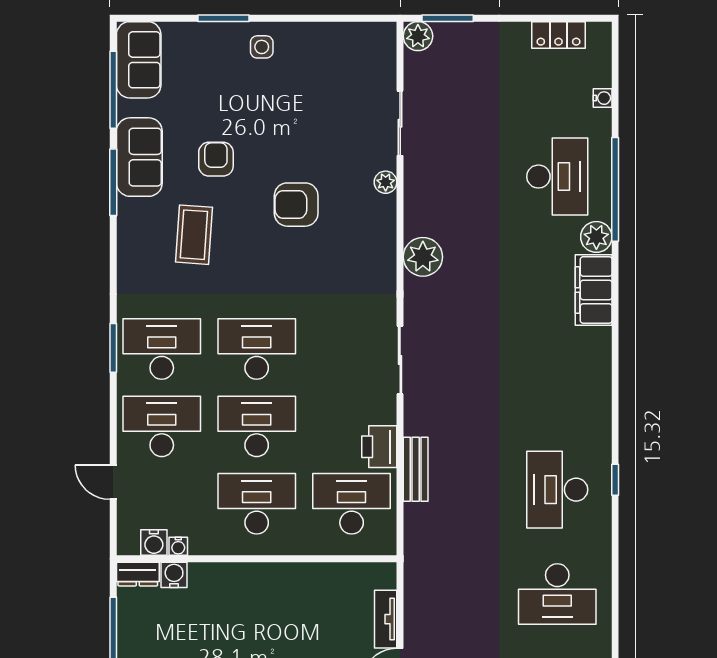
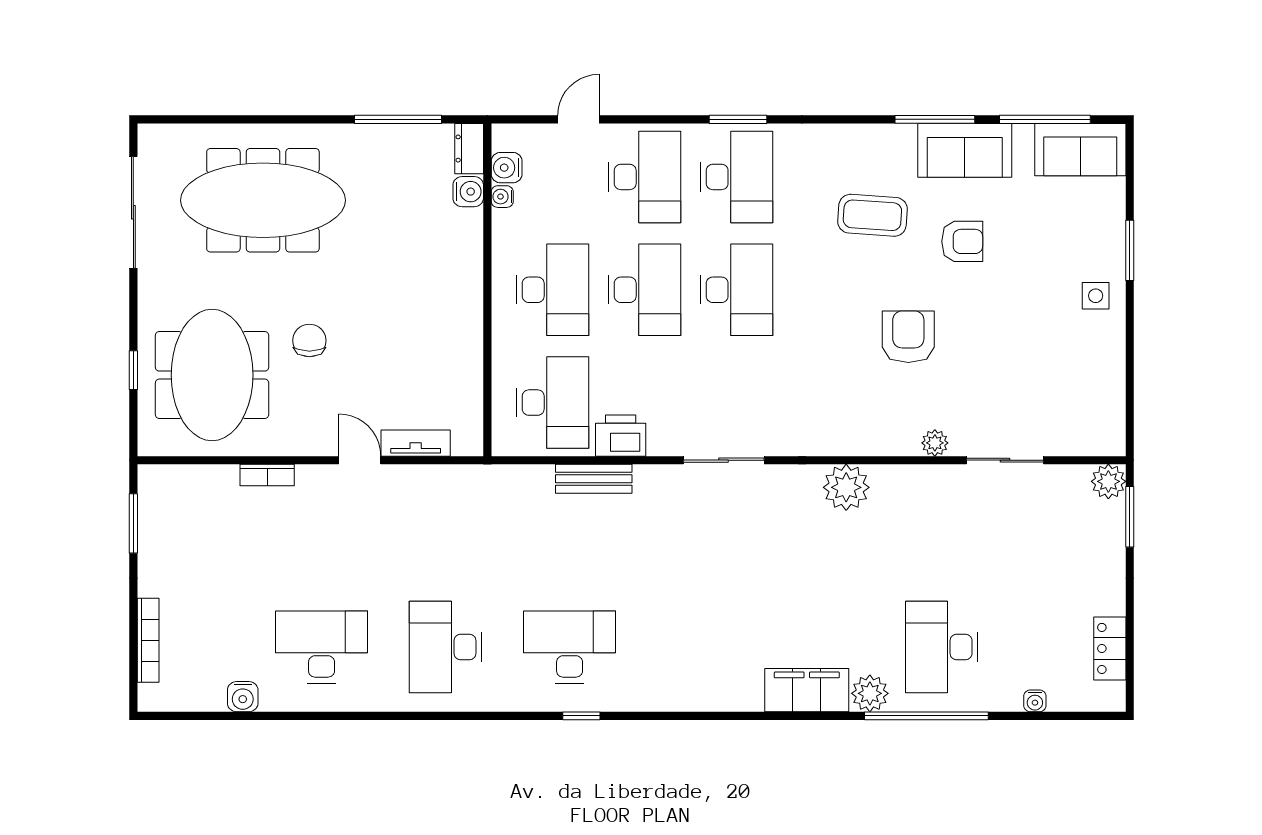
desk: (557, 177) -> (942, 647), turned 90

